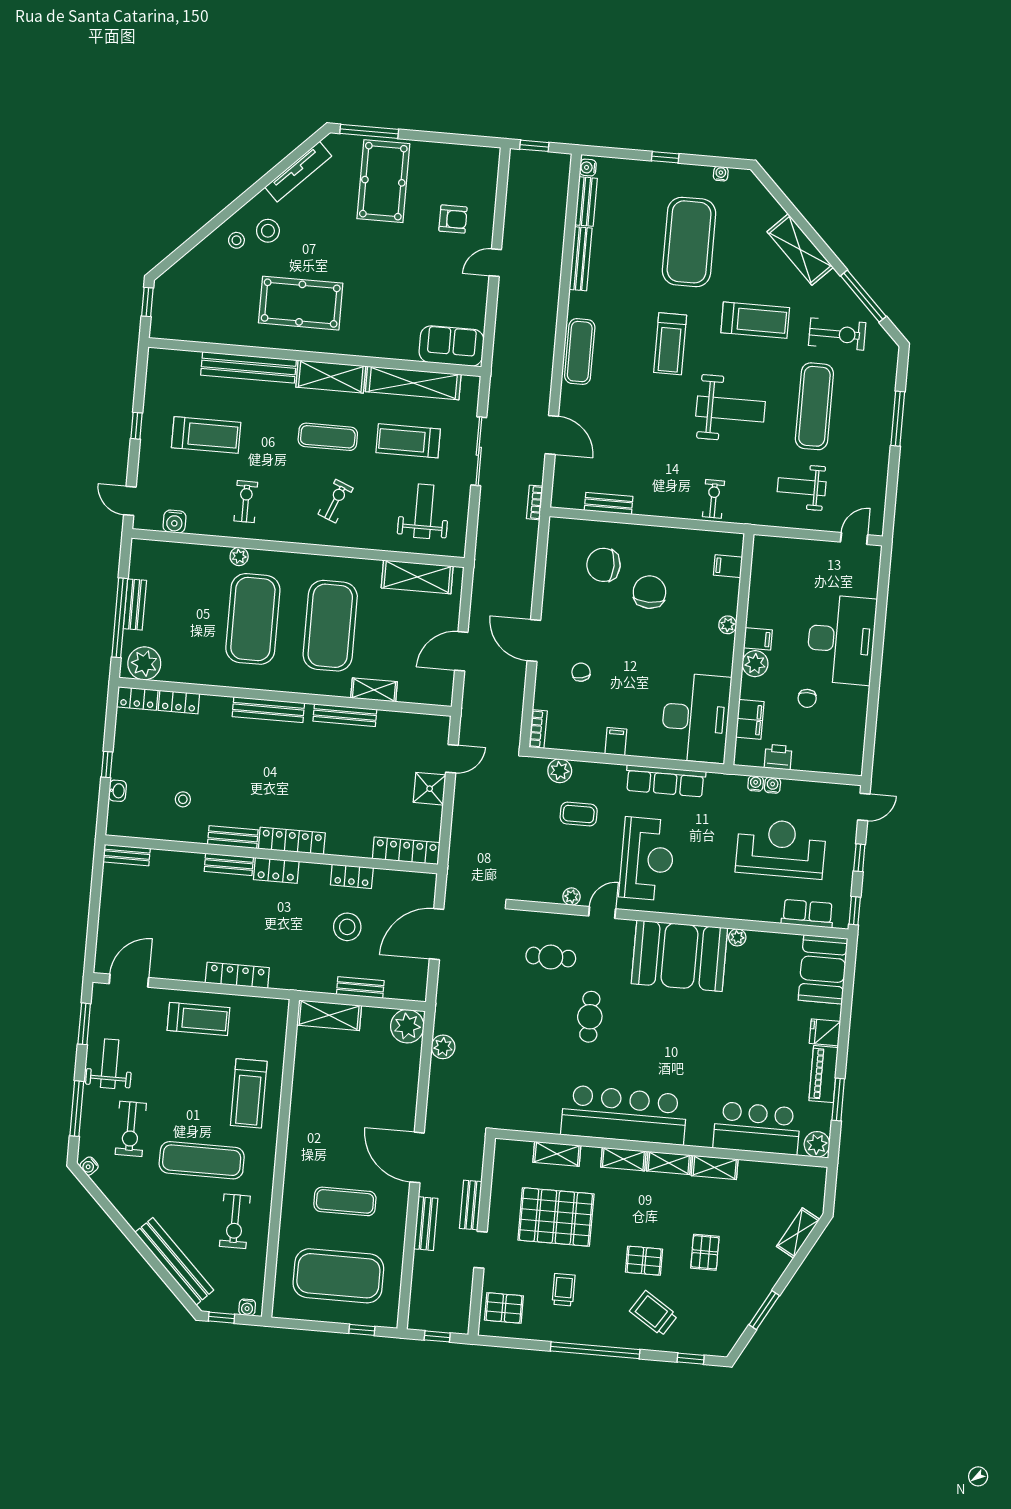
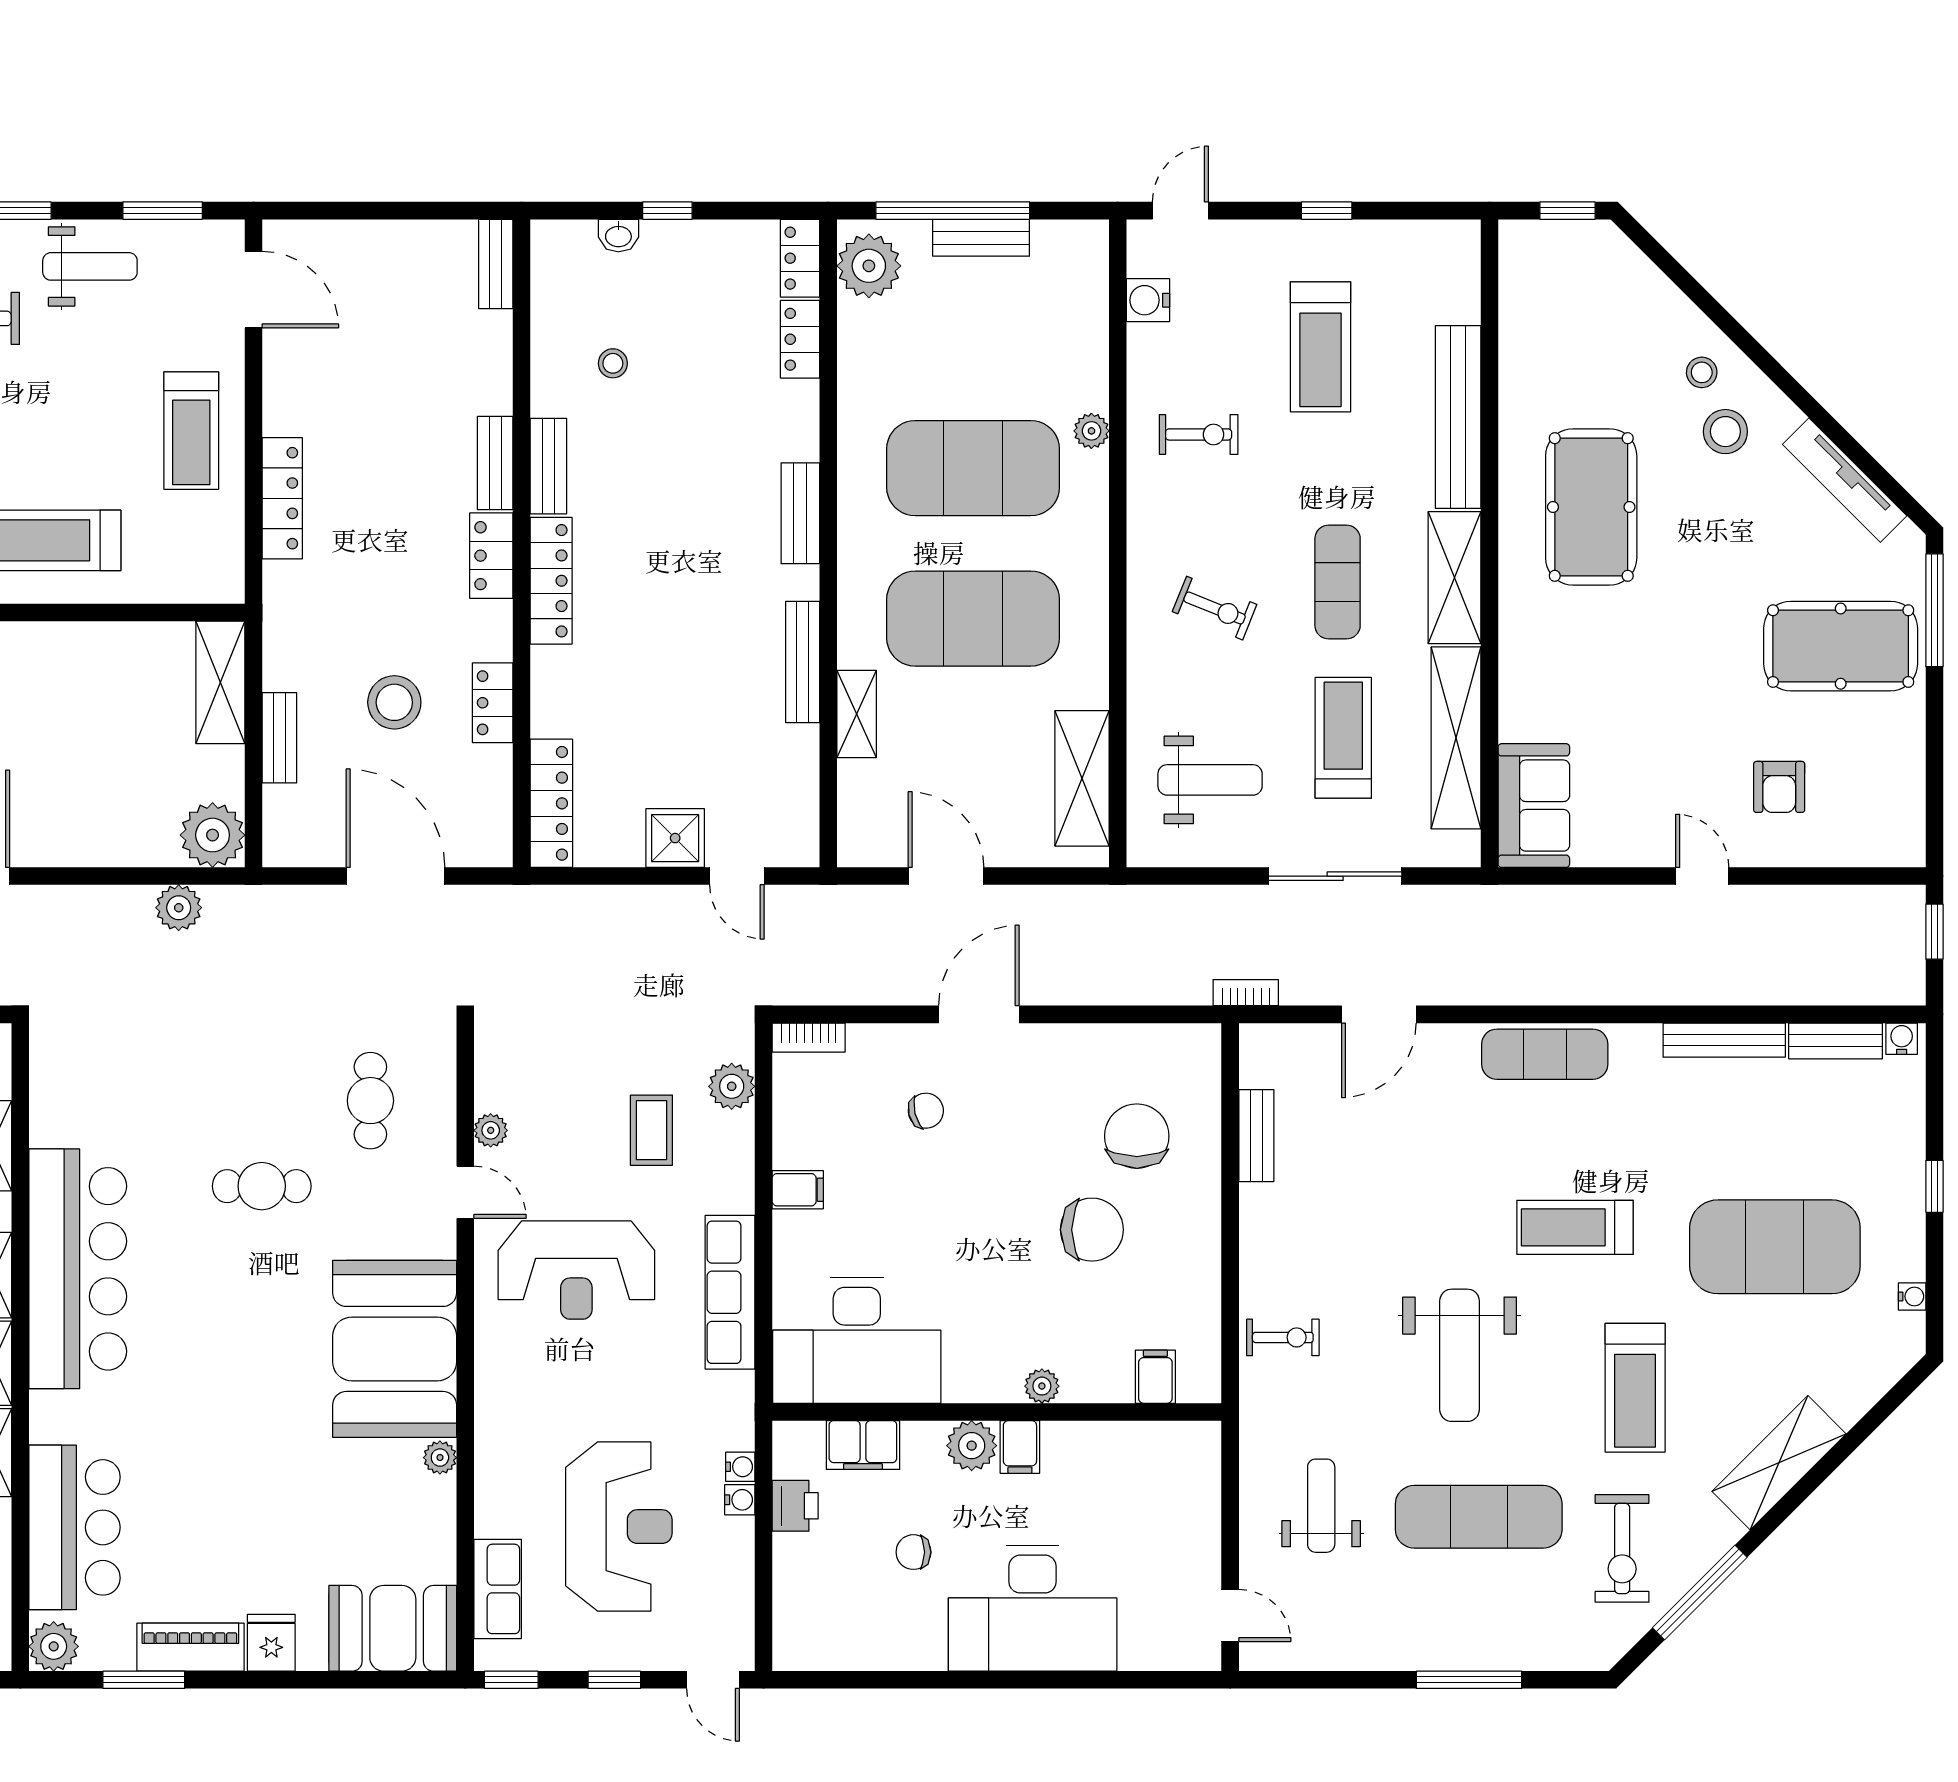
bench: (268, 710) -> (800, 513), width x0.73

